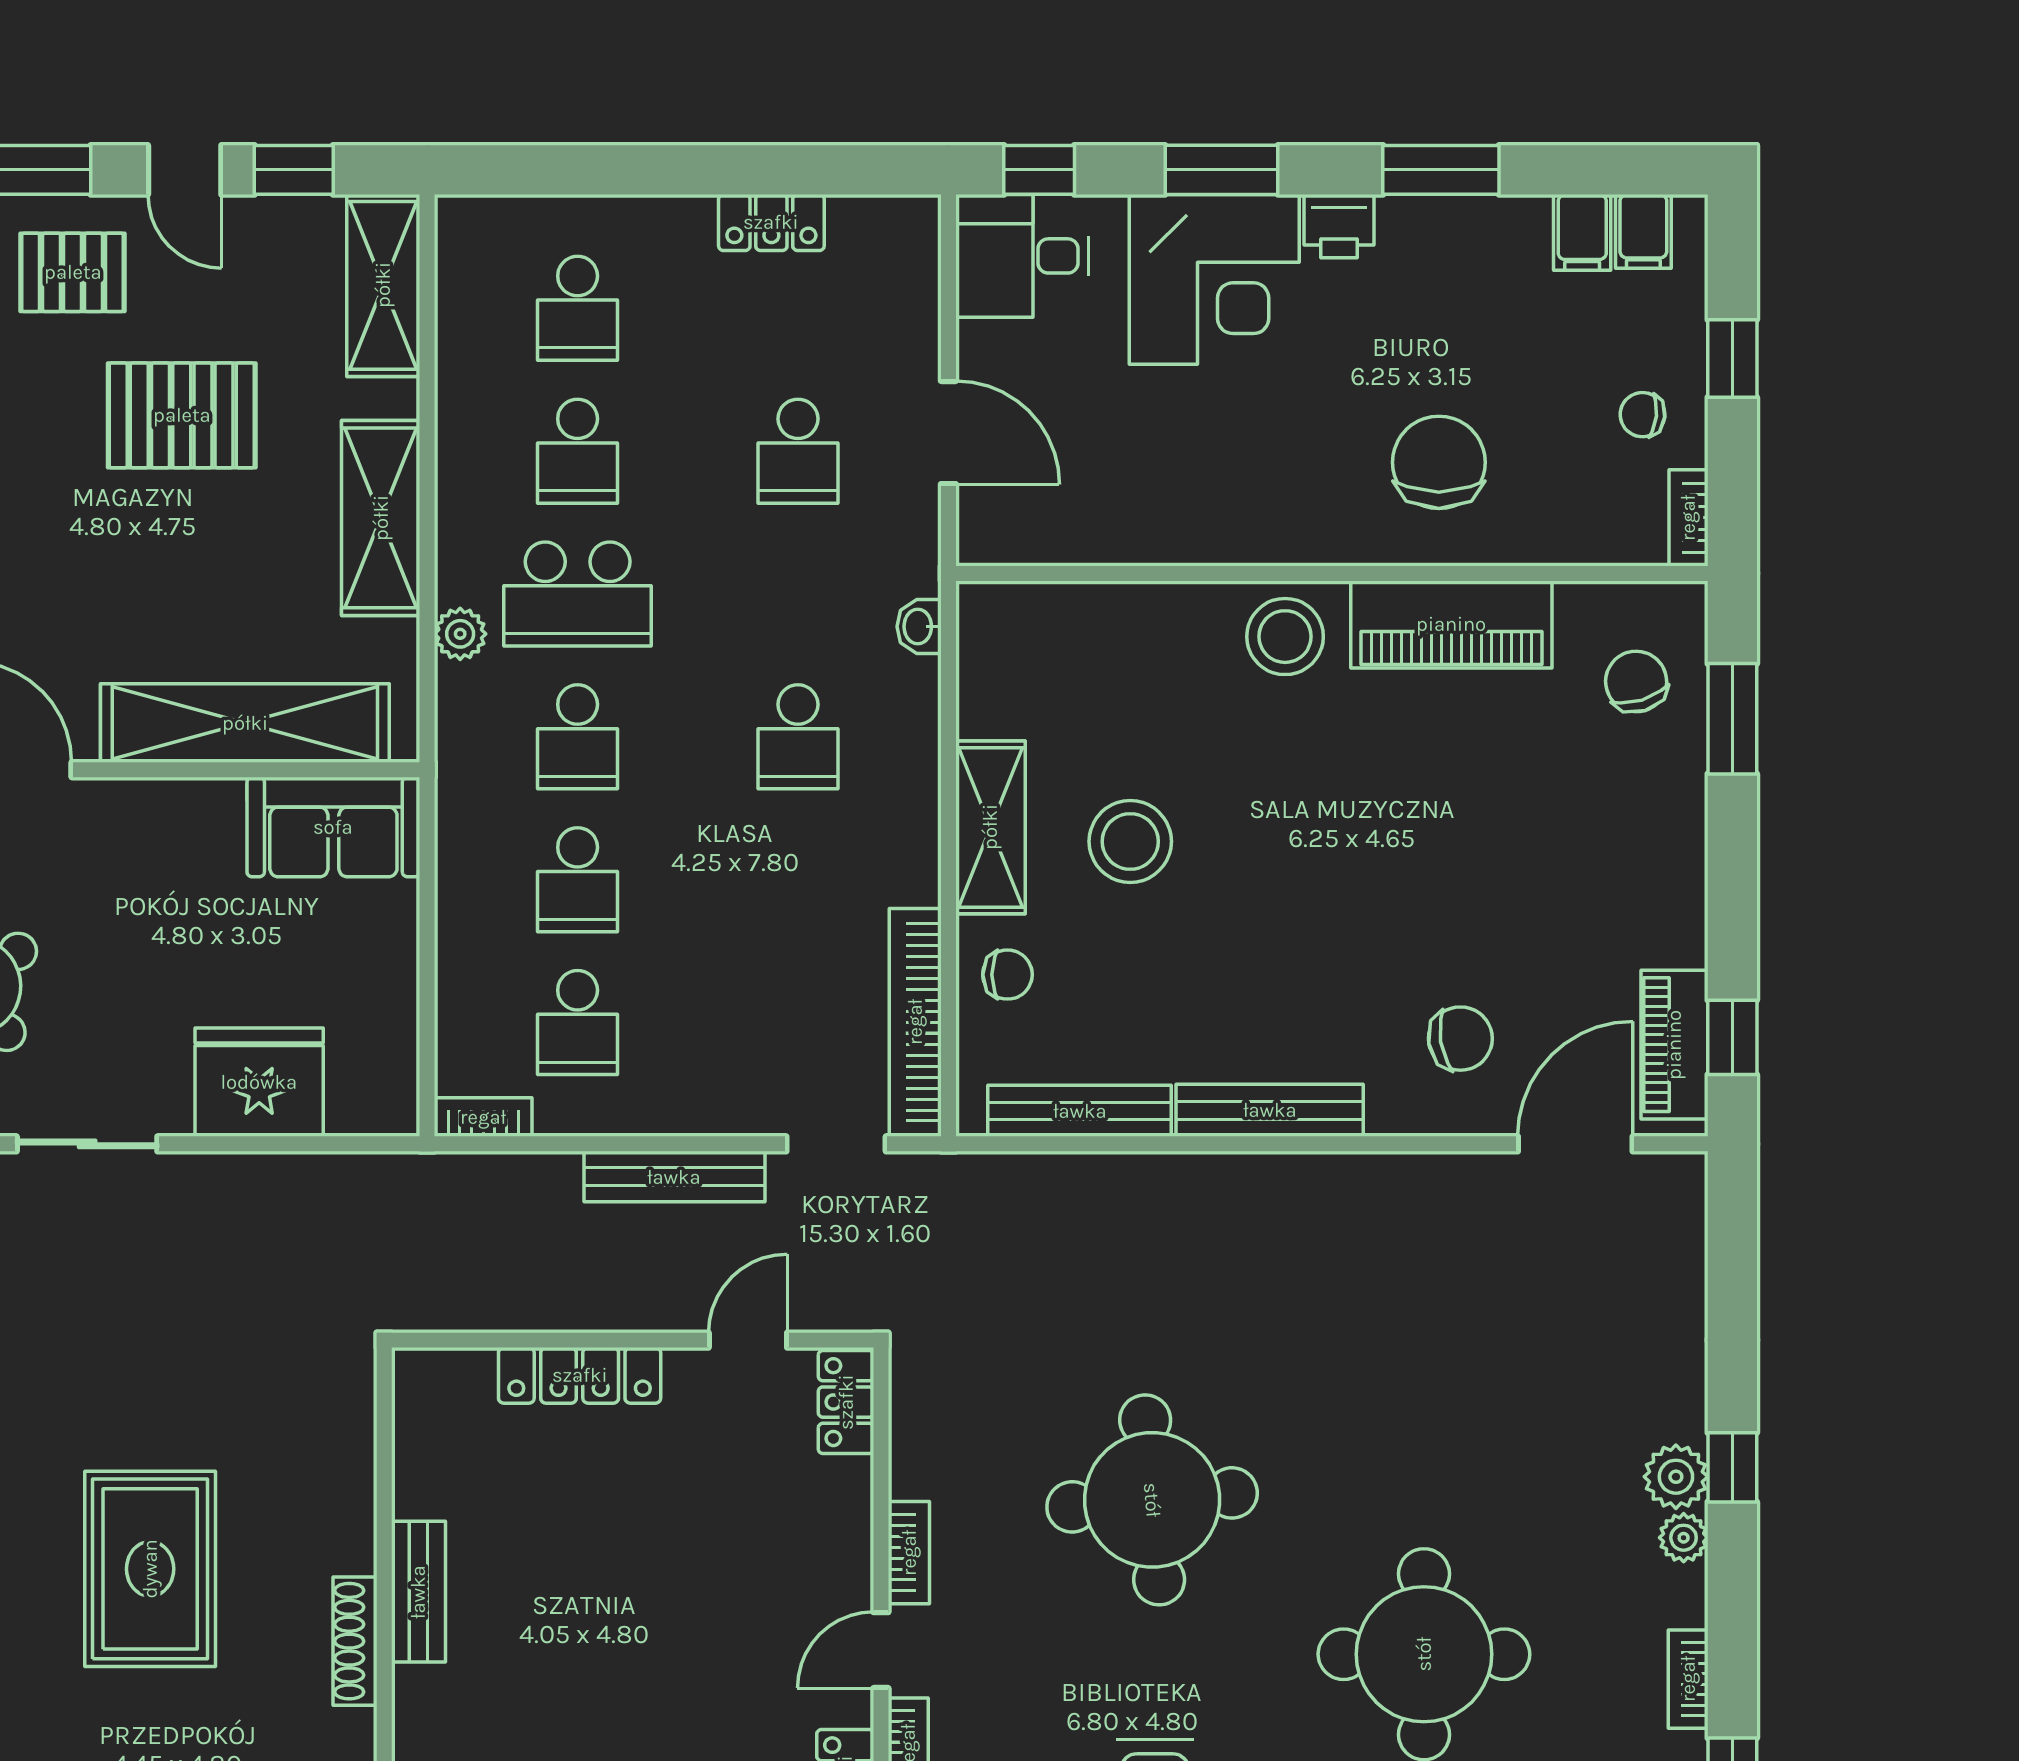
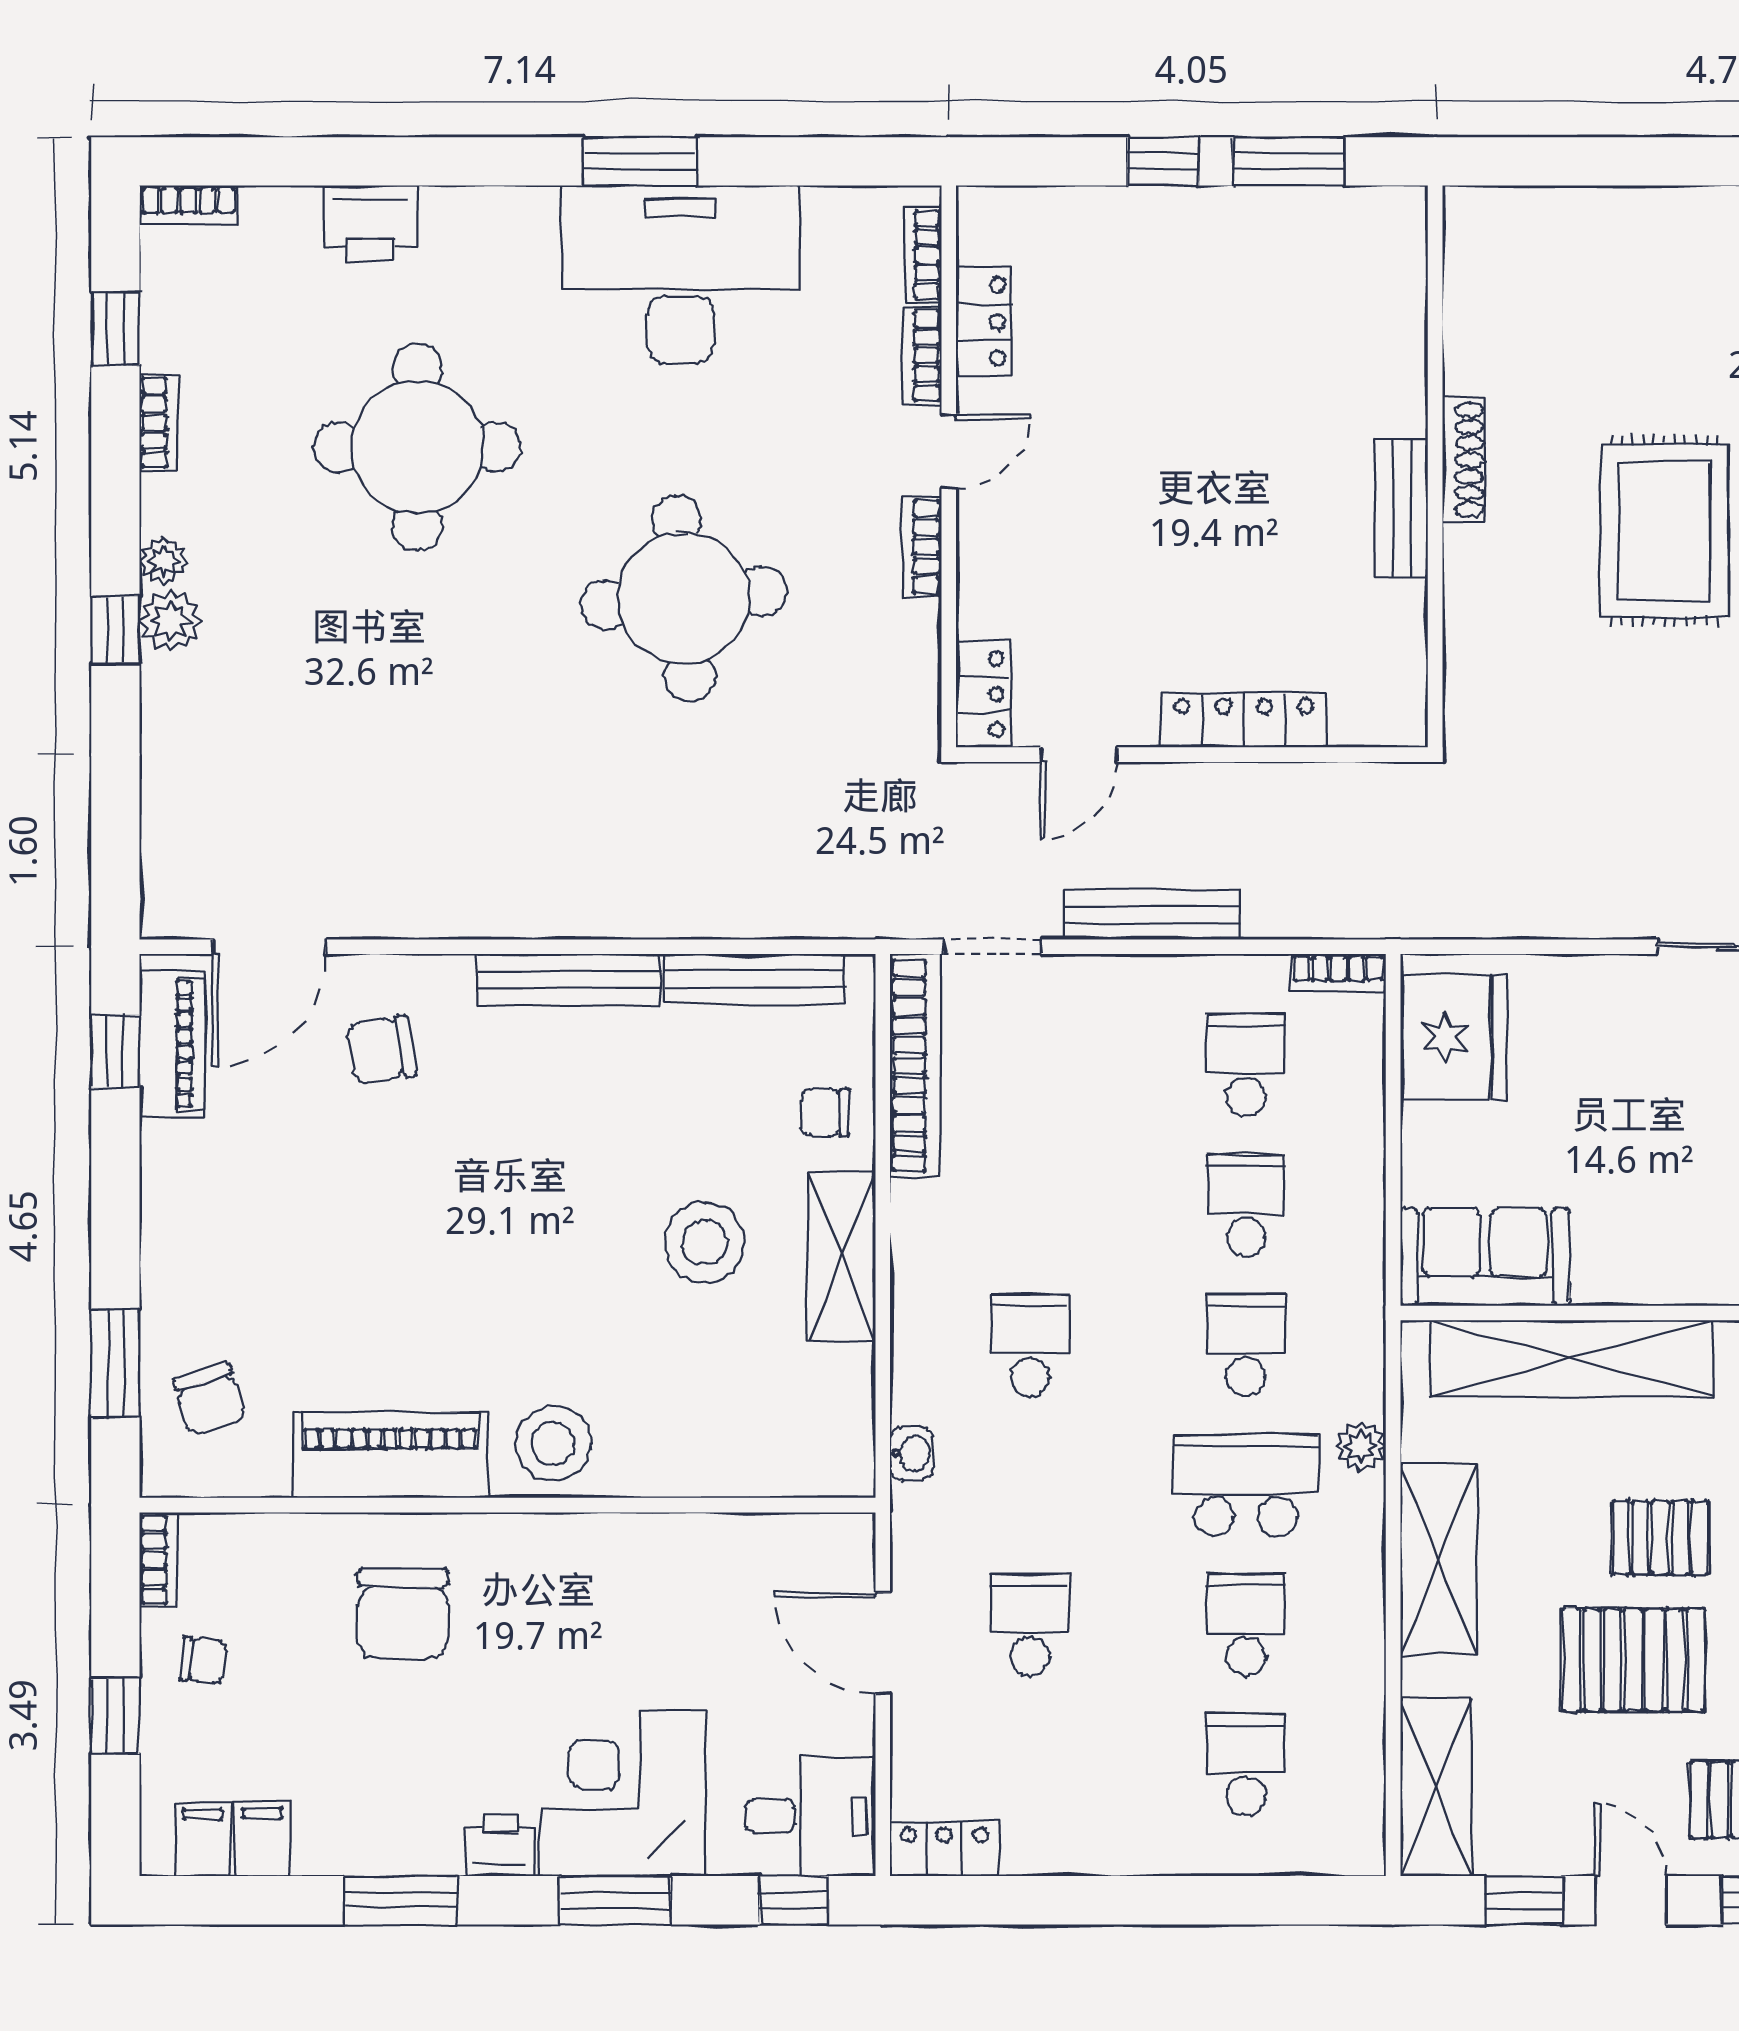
locker: (771, 222) -> (944, 1849), moved
pallet: (154, 540) -> (1660, 1538), added
fridge: (259, 1082) -> (1453, 1037), moved, turned -90

